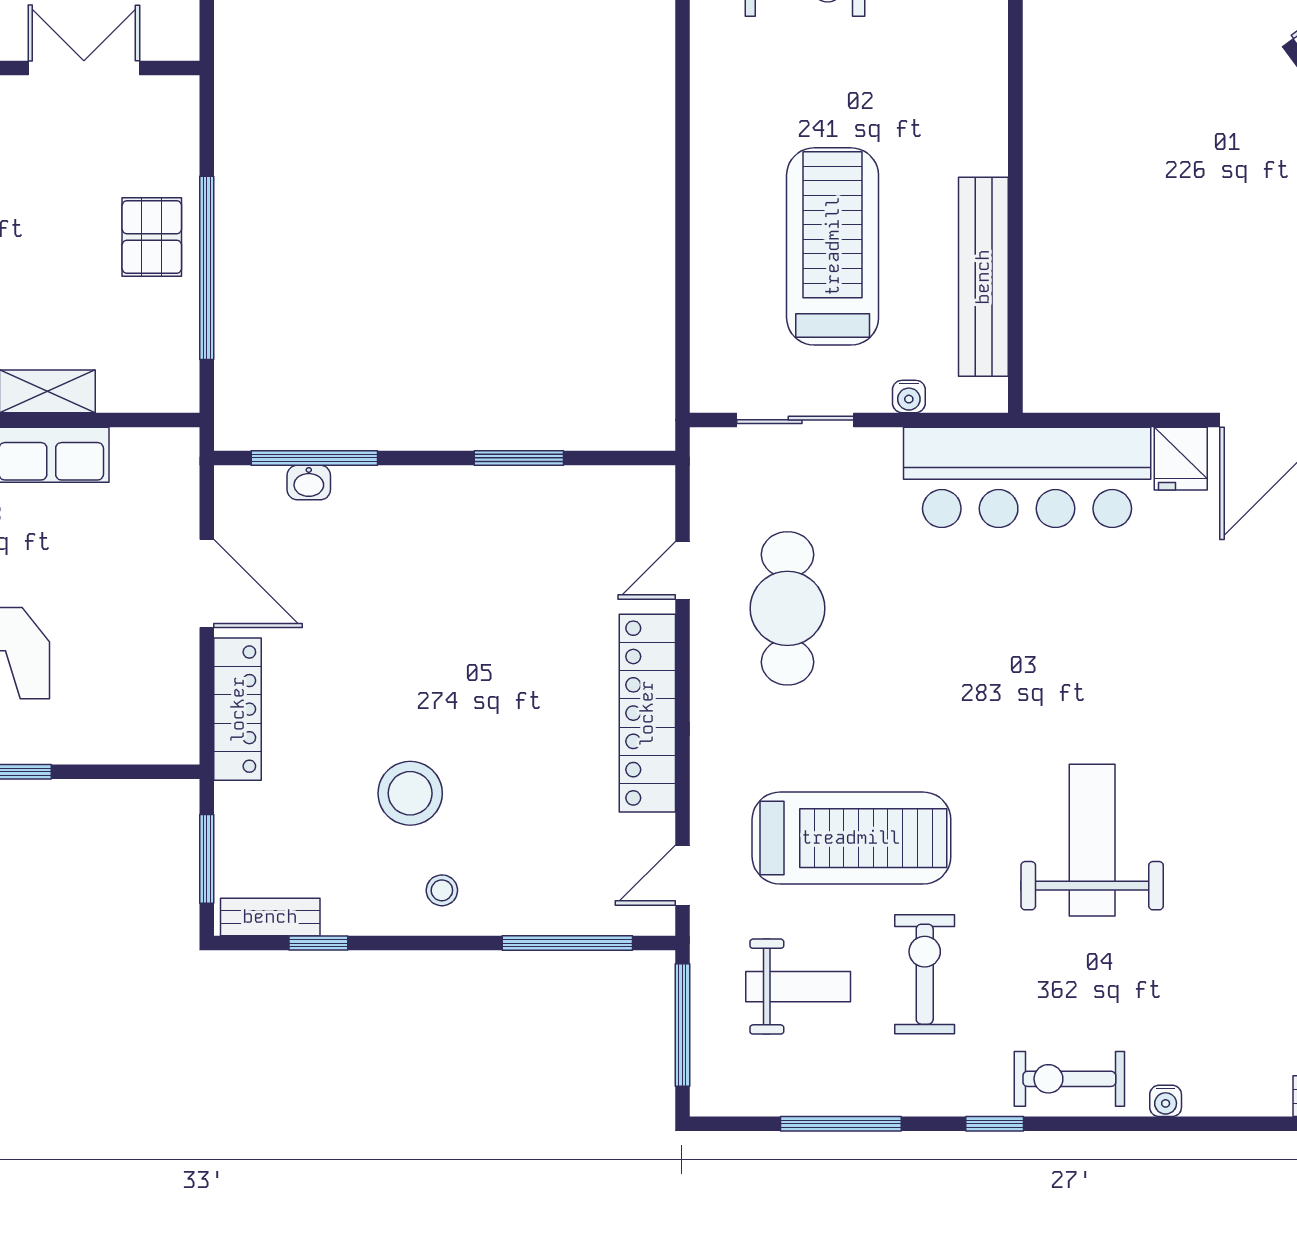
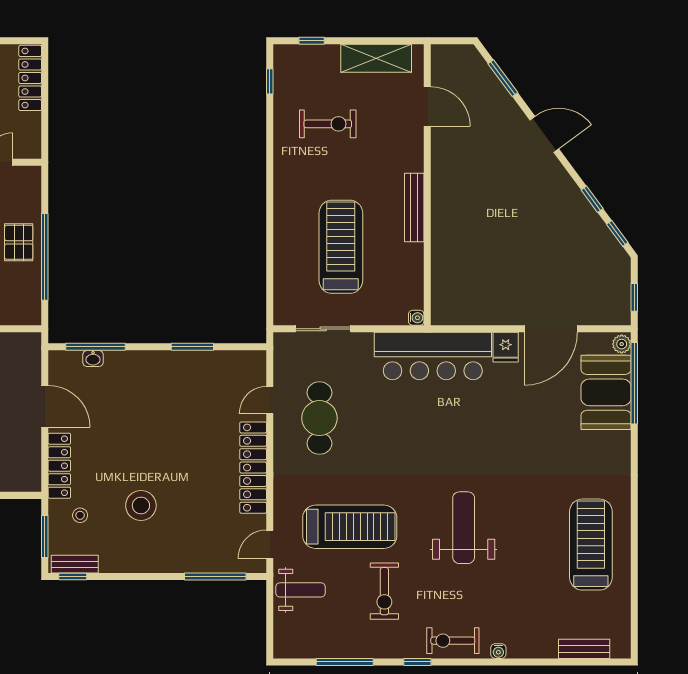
bench: (983, 277) -> (414, 208), moved, width x0.73, depth x0.82
water cooler: (909, 396) -> (416, 318), moved, turned -90
stool: (442, 890) -> (80, 515), moved
window: (318, 943) -> (73, 576), moved
exercise bike: (925, 974) -> (384, 591), turned 180
weight bench: (798, 987) -> (300, 590), moved
window: (682, 1025) -> (270, 615), removed

